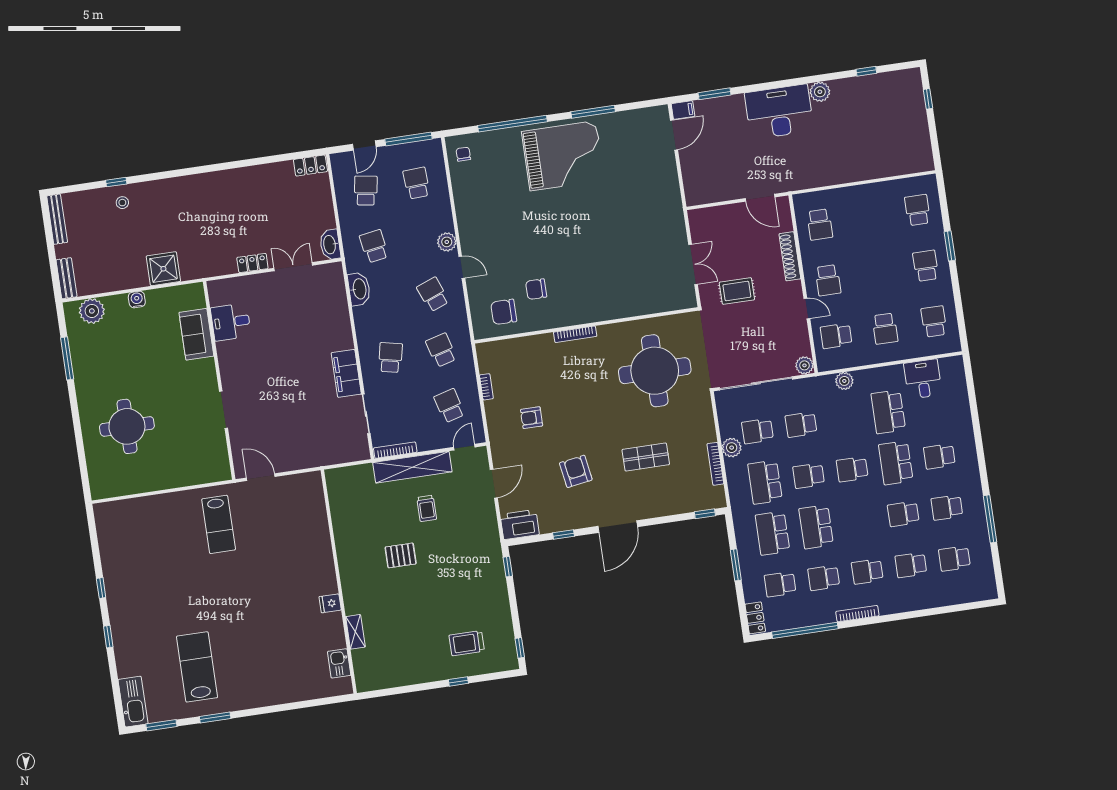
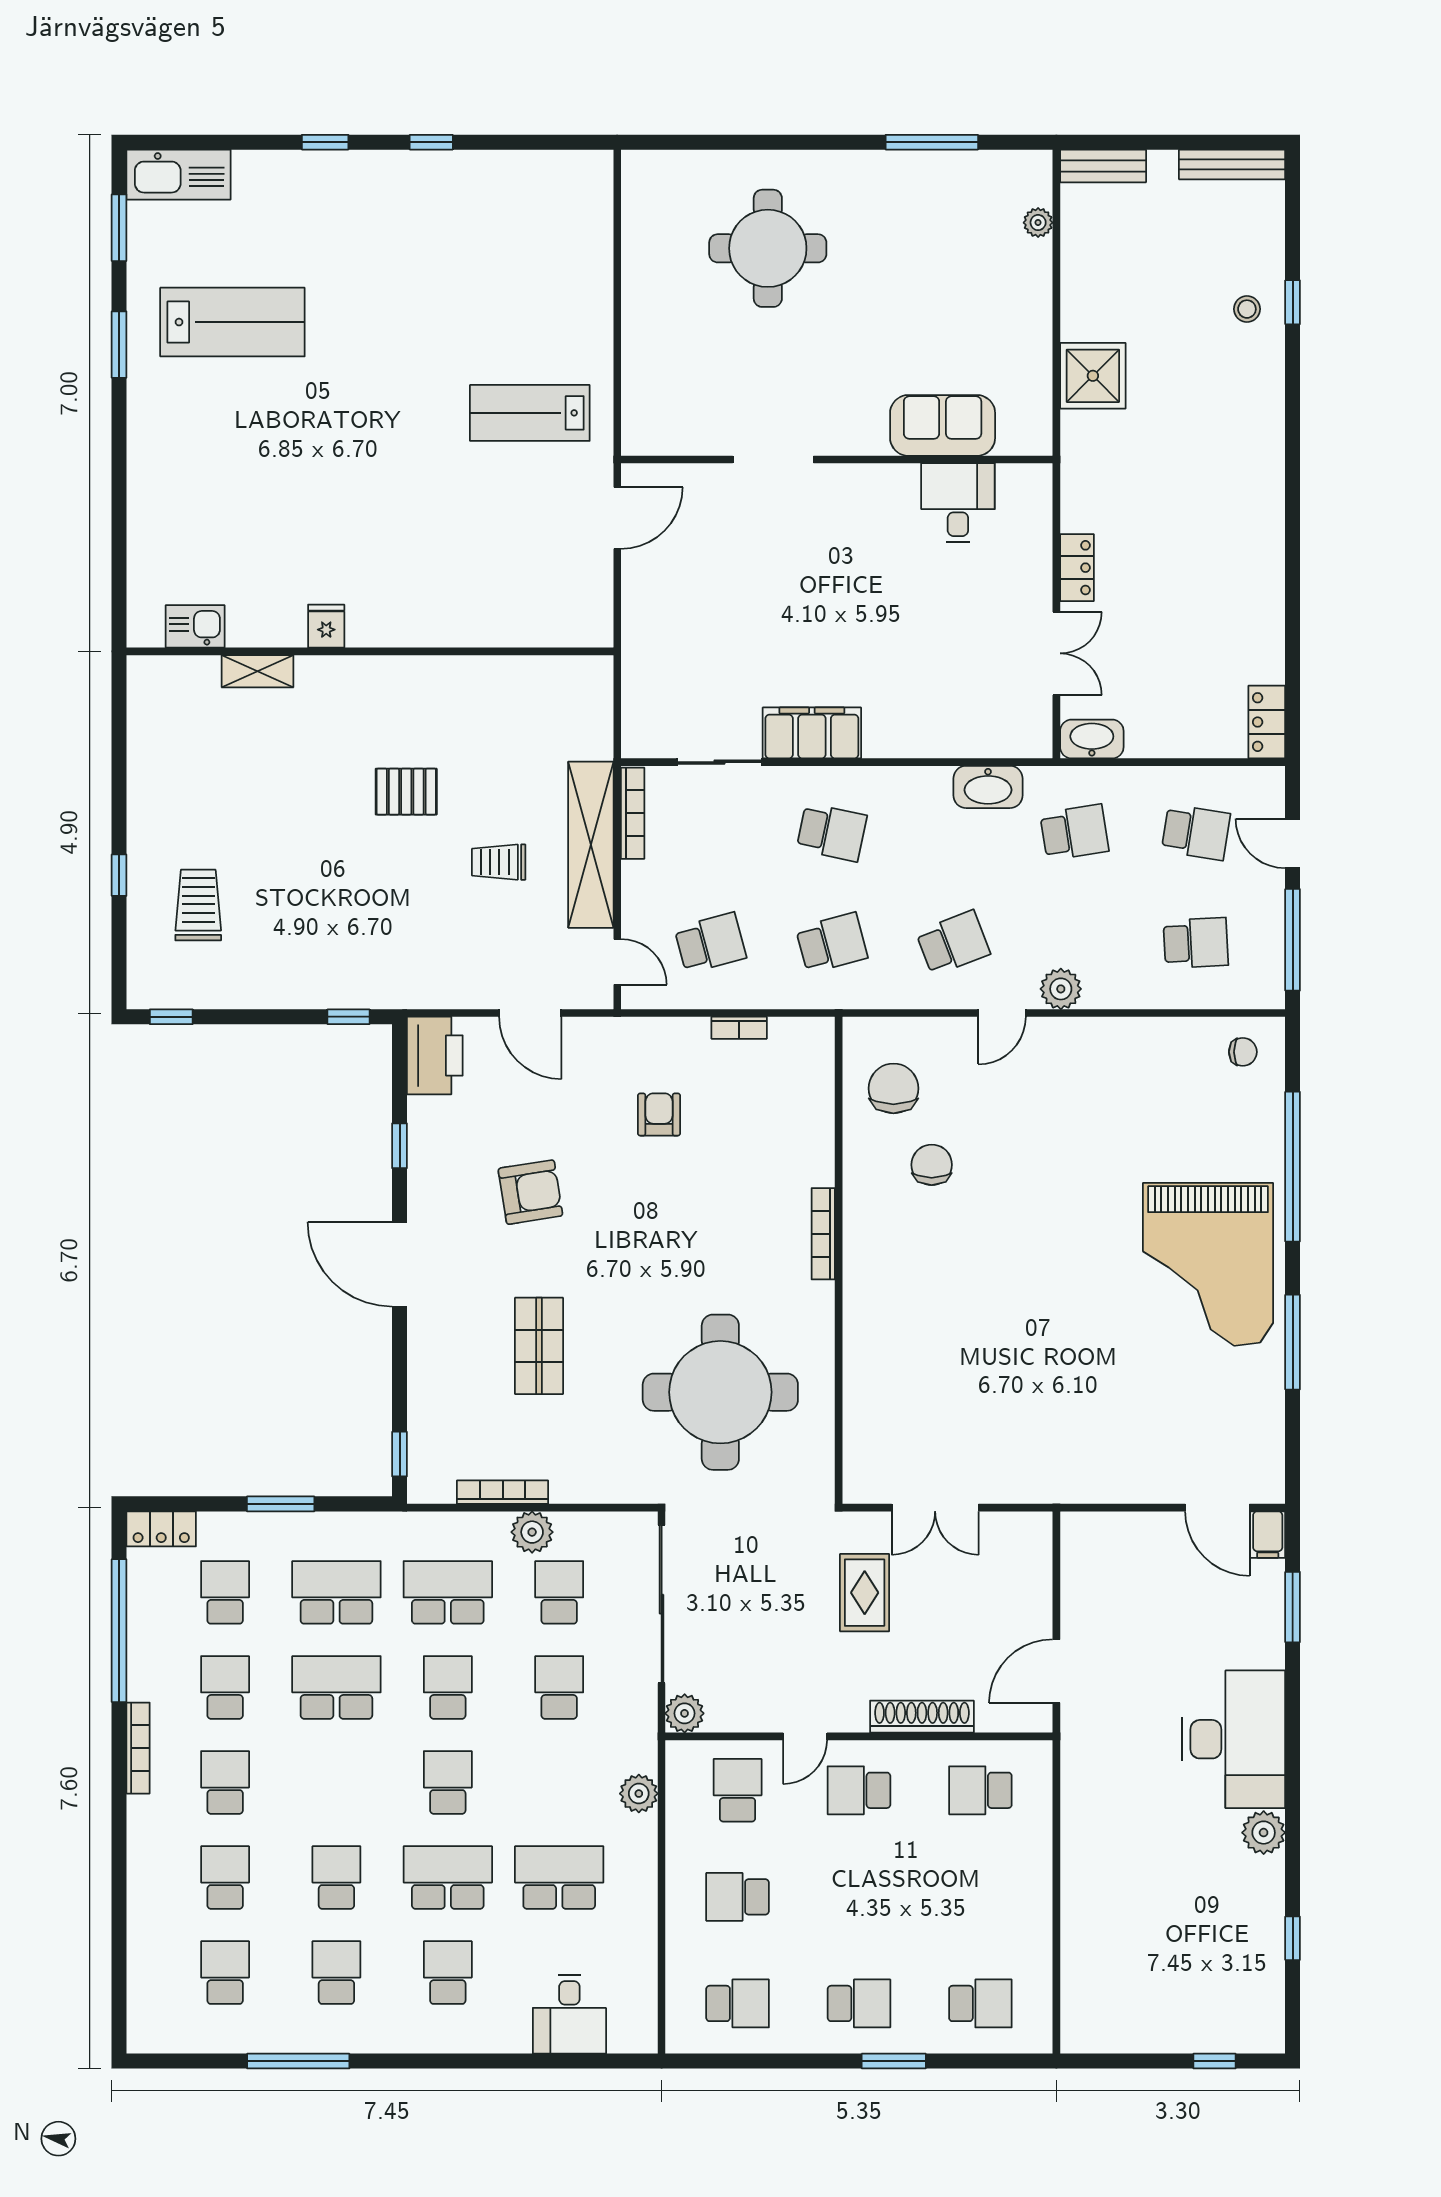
water cooler: (137, 300) -> (1036, 309), removed
plant: (92, 311) -> (1038, 223), width x0.53, depth x0.53
desk: (923, 379) -> (569, 2014), moved, turned 90
pallet: (401, 555) -> (406, 792), turned 90

